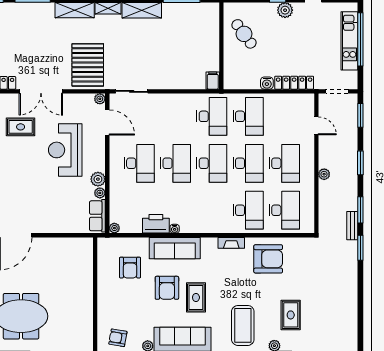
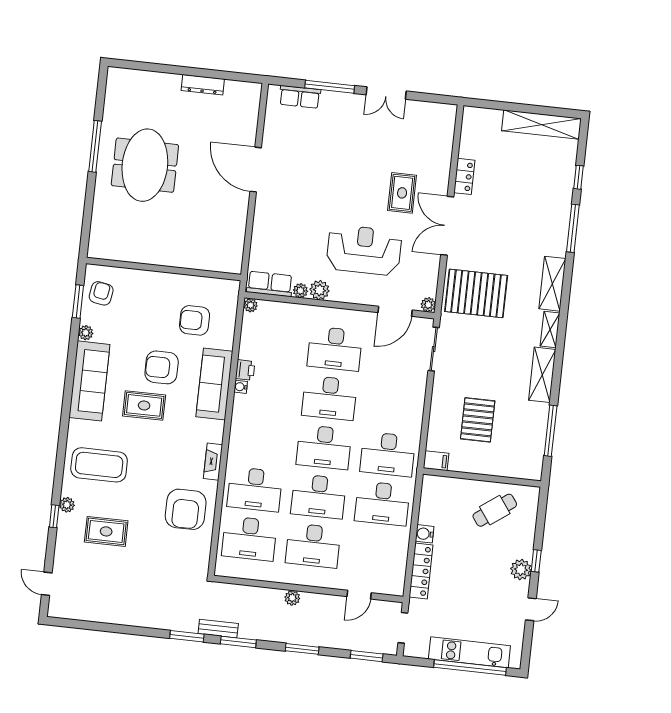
pallet: (180, 54) -> (478, 420), added
printer: (156, 224) -> (245, 370), width x0.53, depth x0.68

